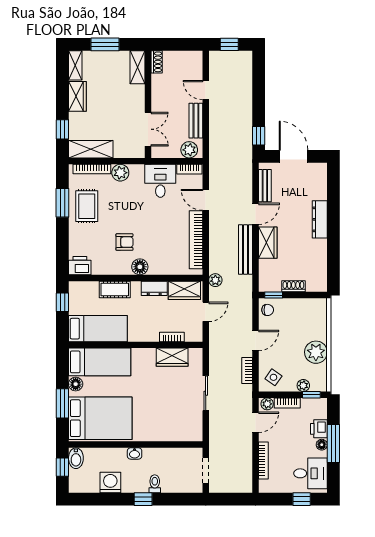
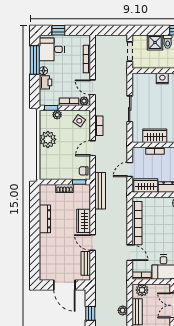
window: (259, 136) -> (90, 313), moved
door: (256, 214) -> (93, 242), hinge flipped
dresser: (320, 219) -> (45, 219), moved
bench: (245, 249) -> (100, 191), moved
plant: (215, 280) -> (123, 310), moved
door: (256, 422) -> (93, 87), hinge flipped
nightstand: (162, 434) -> (162, 78), added
window: (333, 443) -> (35, 60), moved
shower: (172, 483) -> (155, 42), added

